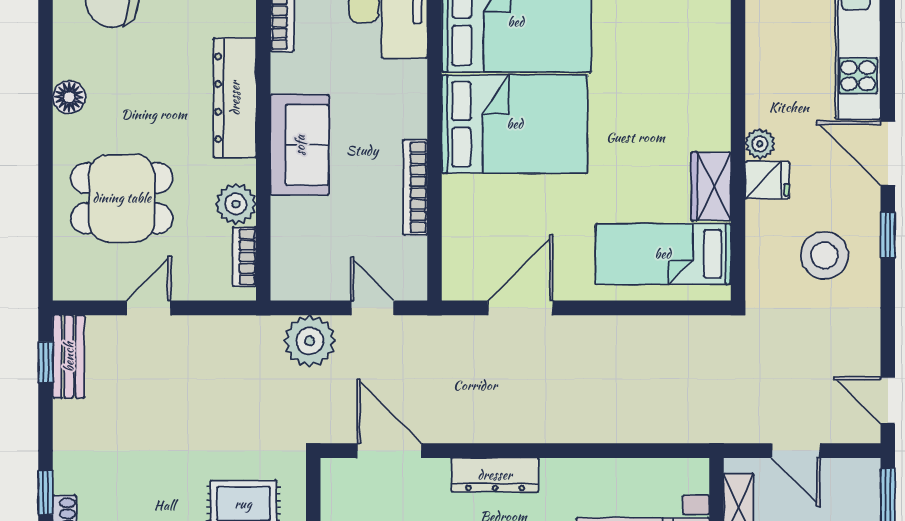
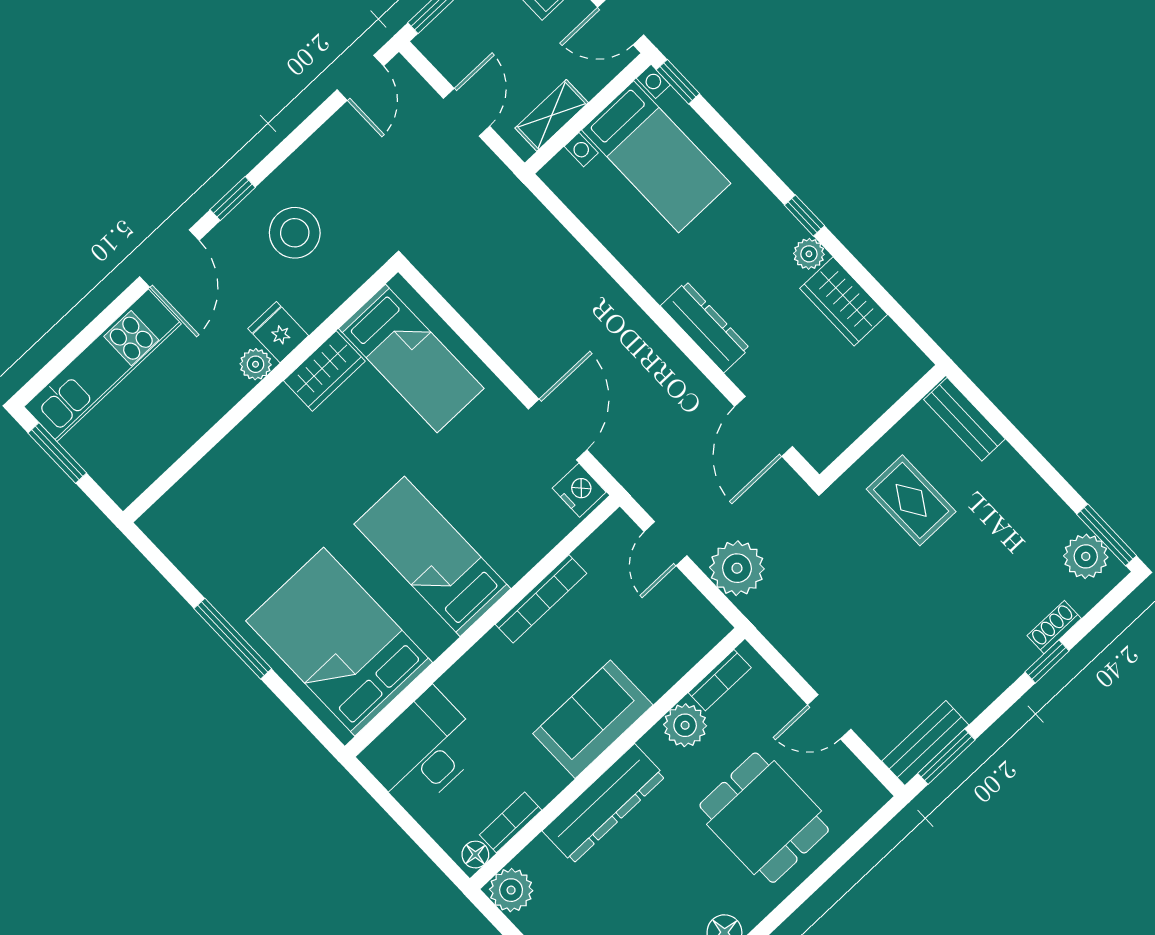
bed: (515, 124) -> (432, 556), width x0.67
nightstand: (465, 283) -> (579, 490), added
door: (520, 308) -> (558, 430), swing flipped
window: (46, 362) -> (946, 757), width x1.50

